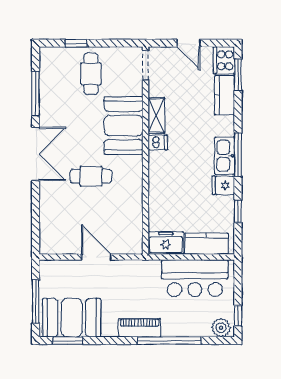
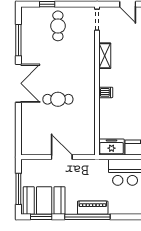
booth: (123, 125) -> (81, 63), removed
dishwasher: (158, 142) -> (106, 92), moved
window: (169, 341) -> (87, 217), moved

